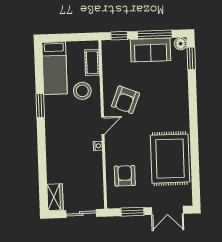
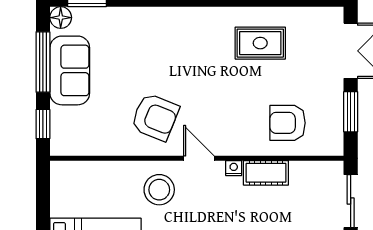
cot: (92, 62) -> (266, 173), moved
stool: (82, 91) -> (159, 190), moved
rug: (170, 159) -> (260, 43), width x0.54, depth x0.49

